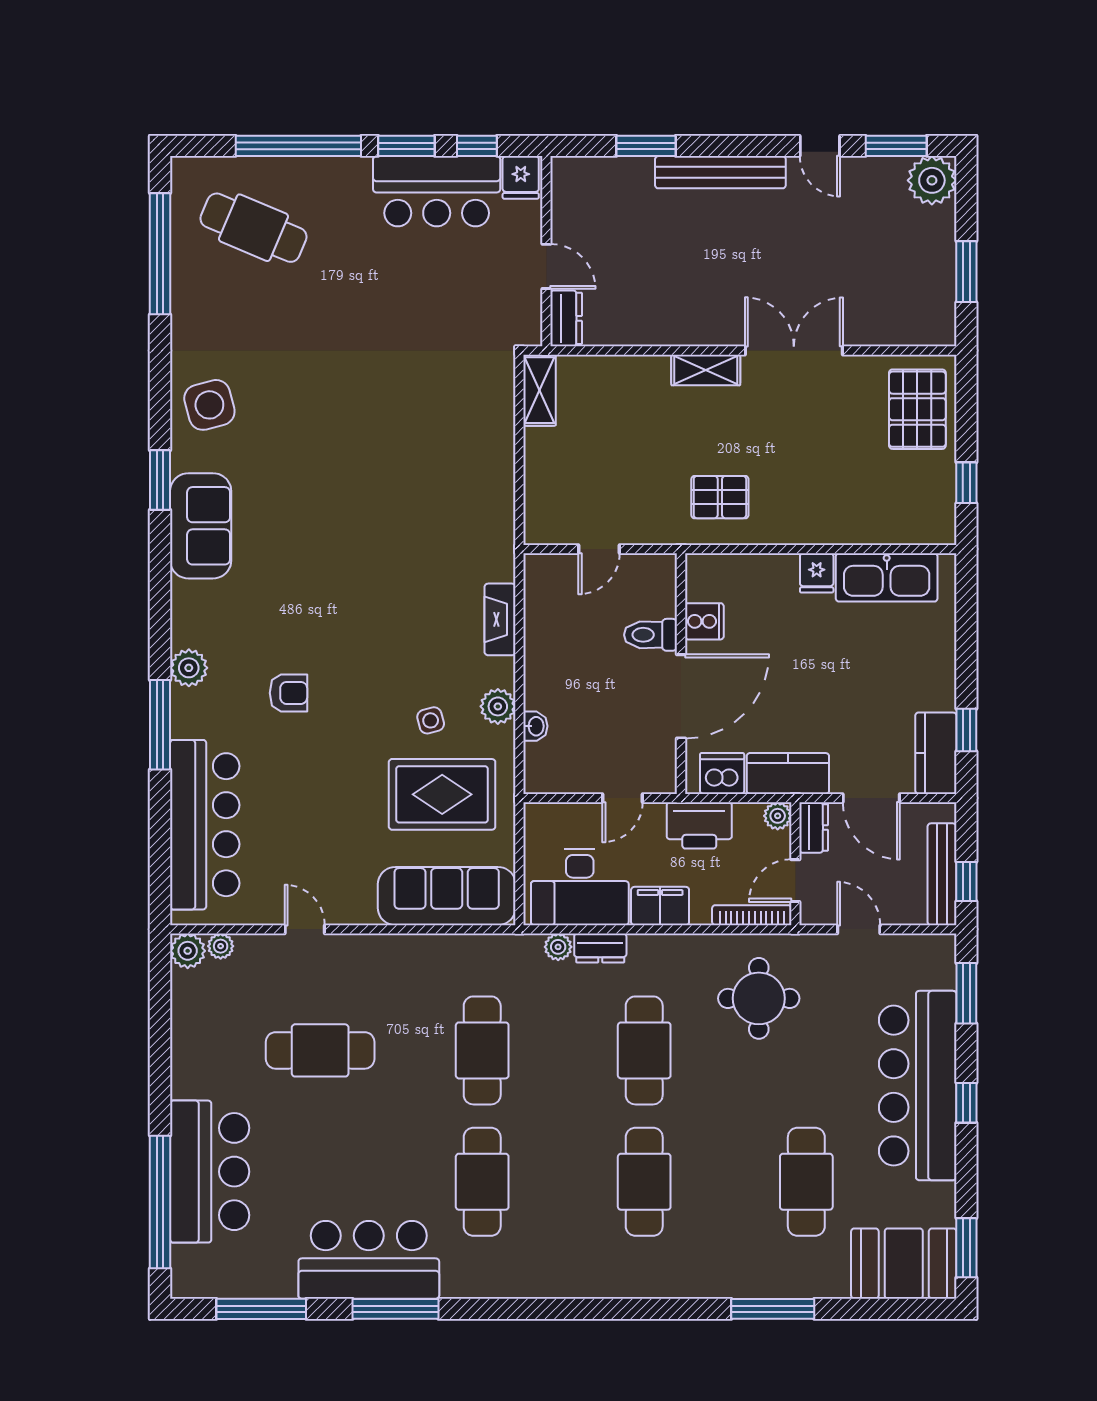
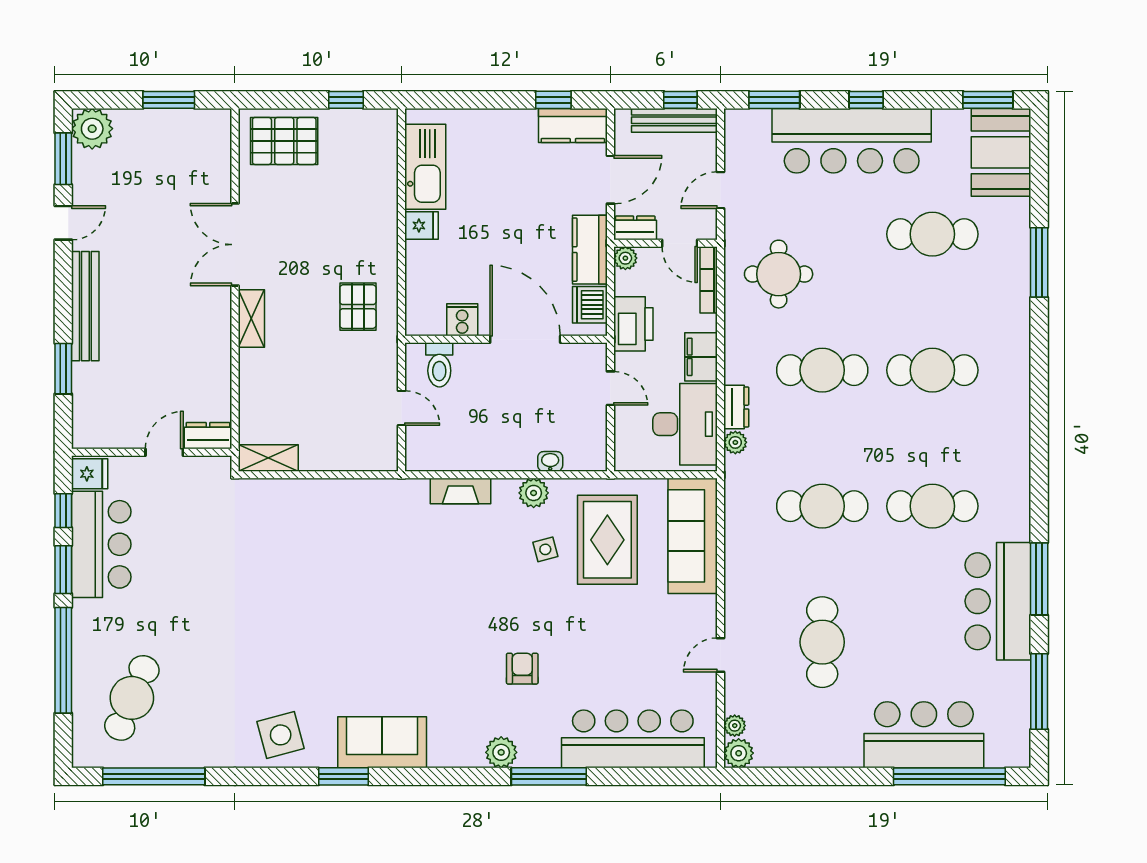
toilet: (651, 635) -> (439, 365), moved

